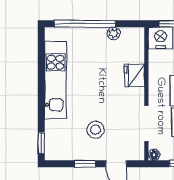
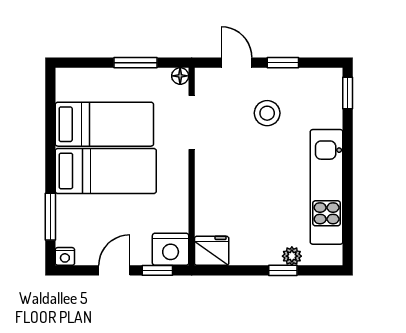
window: (85, 24) -> (283, 270), width x0.32
plant: (114, 33) -> (292, 256), moved
fridge: (134, 75) -> (212, 251), moved, turned -90

